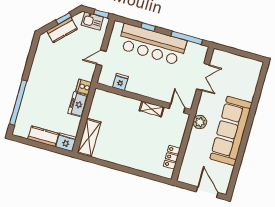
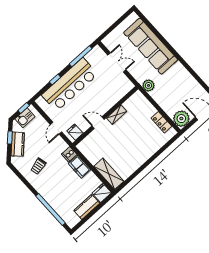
trolley: (53, 64) -> (38, 166), added
fridge: (120, 82) -> (75, 132), moved
door: (177, 108) -> (98, 123), moved
sofa: (231, 131) -> (151, 46), moved
plant: (188, 175) -> (181, 119), added

